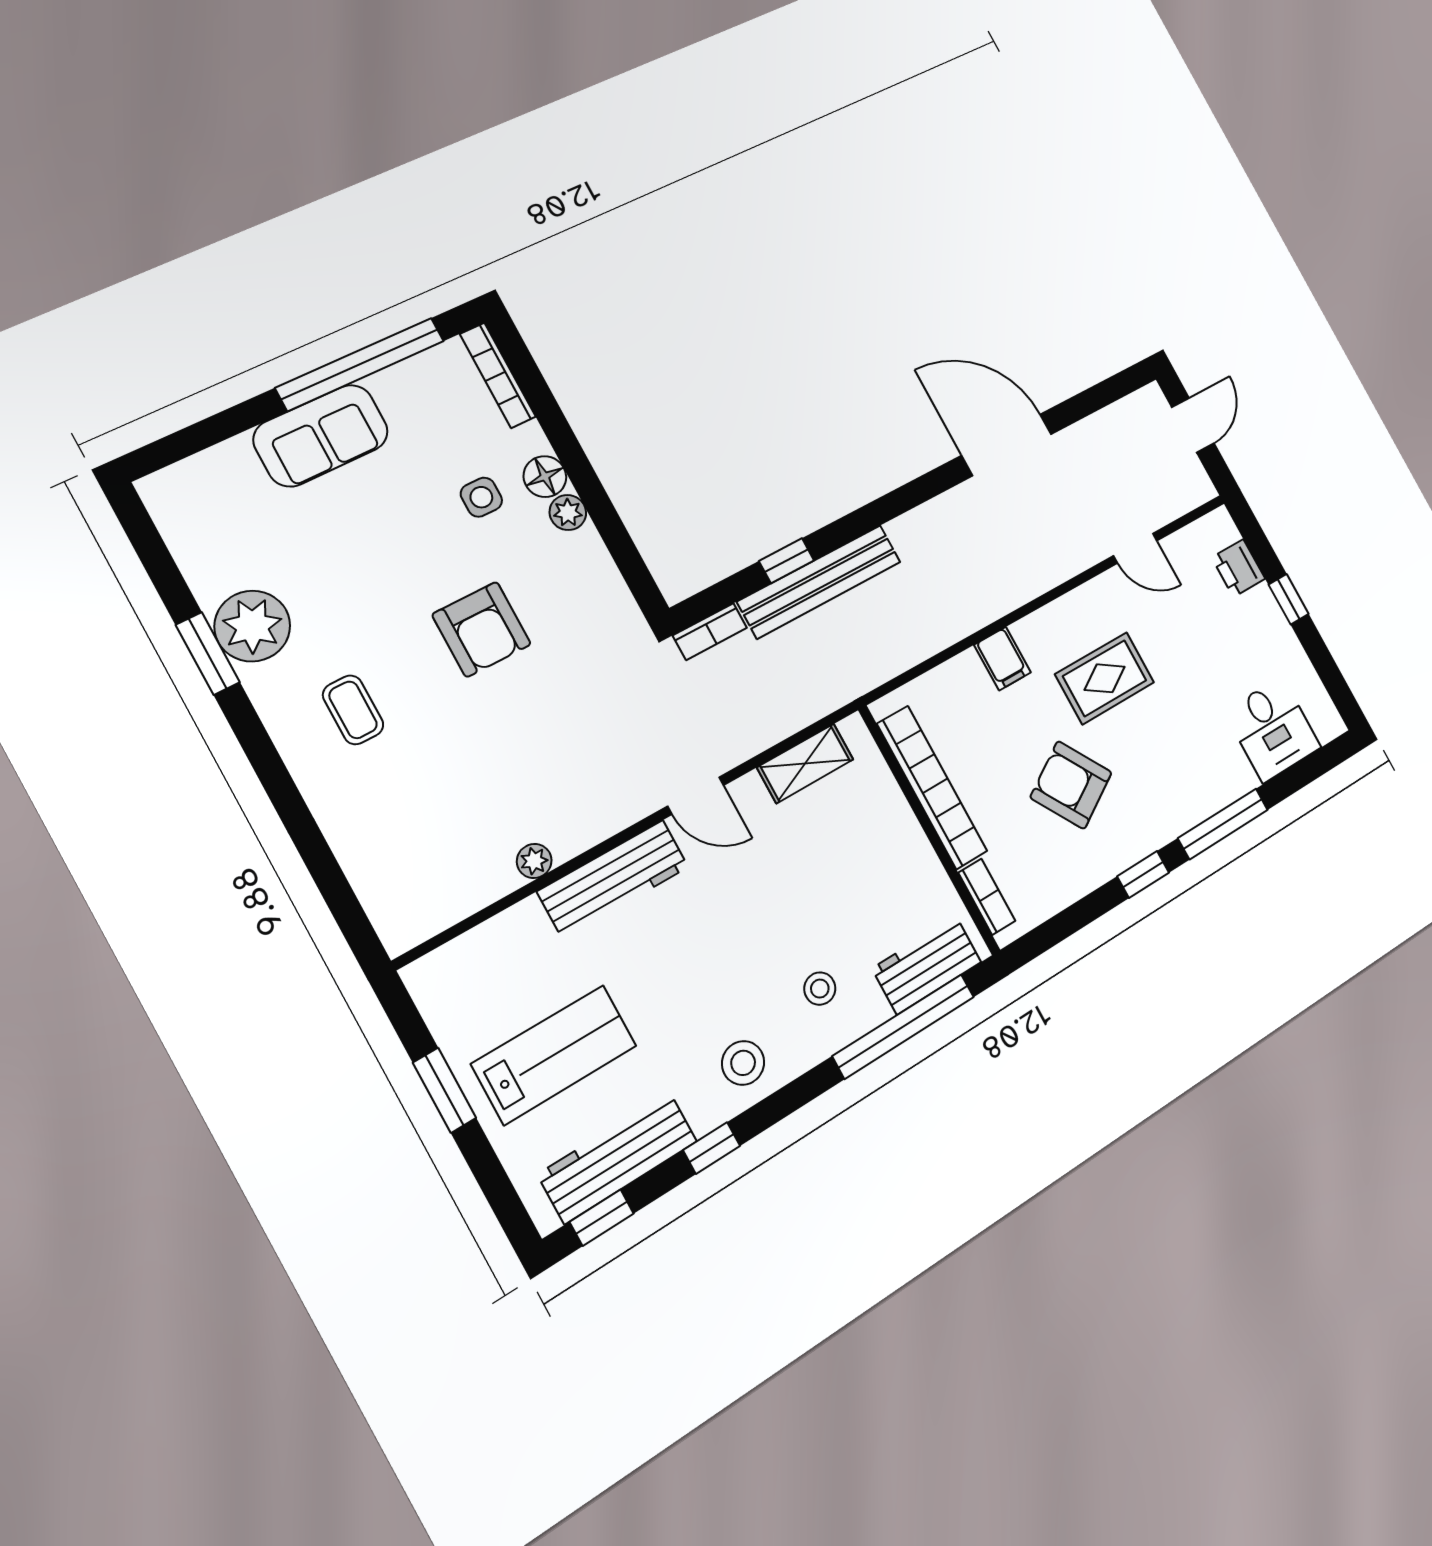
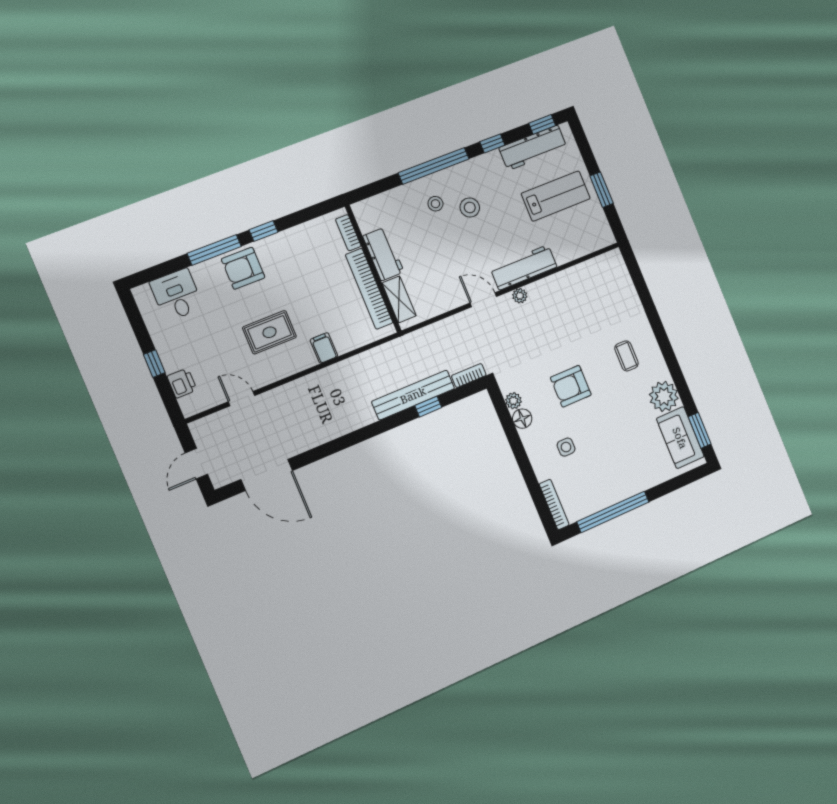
sofa: (321, 436) -> (680, 438), moved, turned -90
door: (1007, 445) -> (267, 475), moved
floor lamp: (545, 477) -> (522, 419), moved
plant: (568, 513) -> (513, 401), moved
armchair: (482, 629) -> (571, 386), turned -90
window: (208, 654) -> (700, 430), moved
shelving: (805, 763) -> (399, 299), moved, turned 90
armchair: (1071, 785) -> (243, 268), moved, turned 122
plant: (534, 861) -> (520, 296), moved
workbench: (927, 965) -> (383, 254), moved, turned -90
window: (904, 1026) -> (434, 166), moved
lab bench: (554, 1055) -> (556, 196), turned 180
stool: (743, 1063) -> (470, 207), moved

